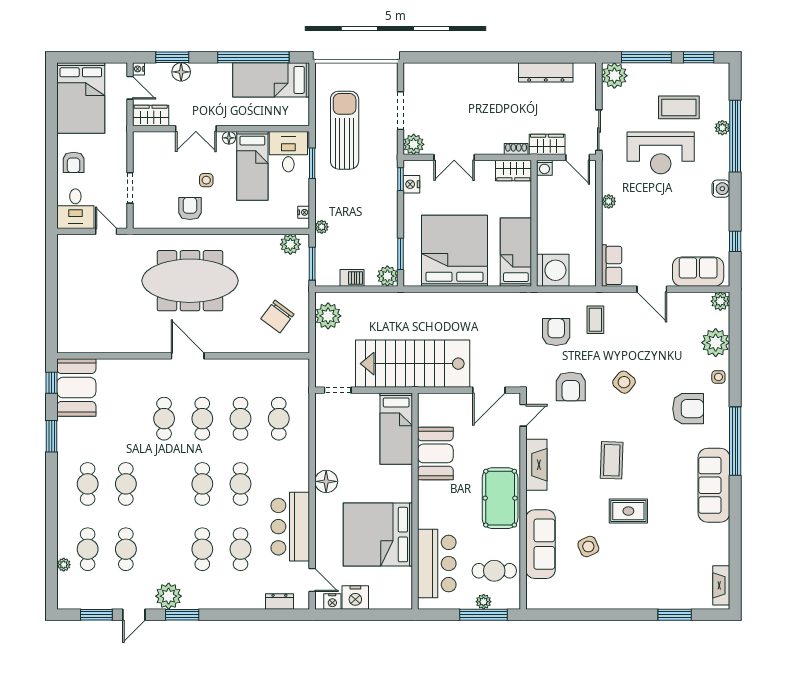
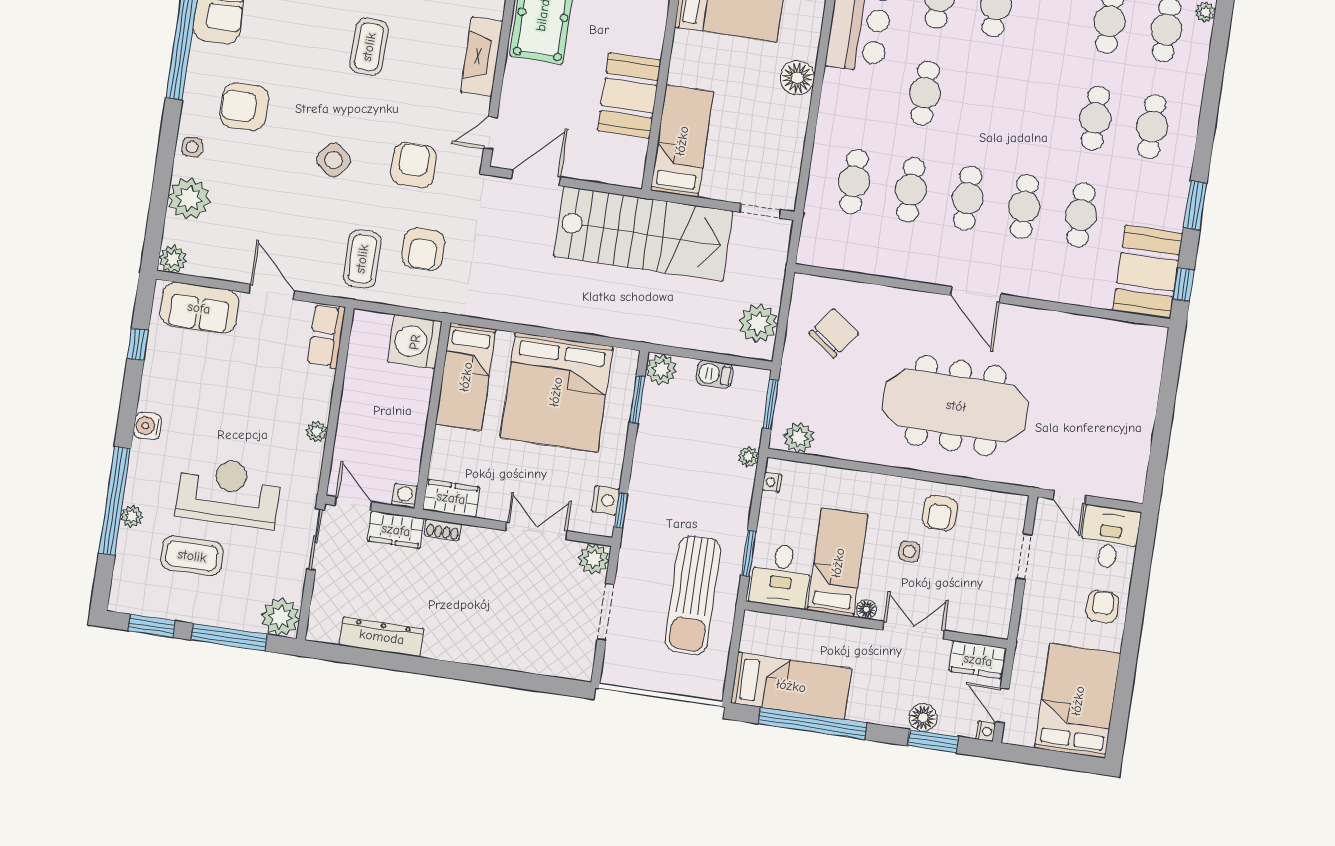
coffee table: (595, 320) -> (362, 259), width x1.36, depth x1.30
cafe table: (202, 484) -> (1081, 215), moved

